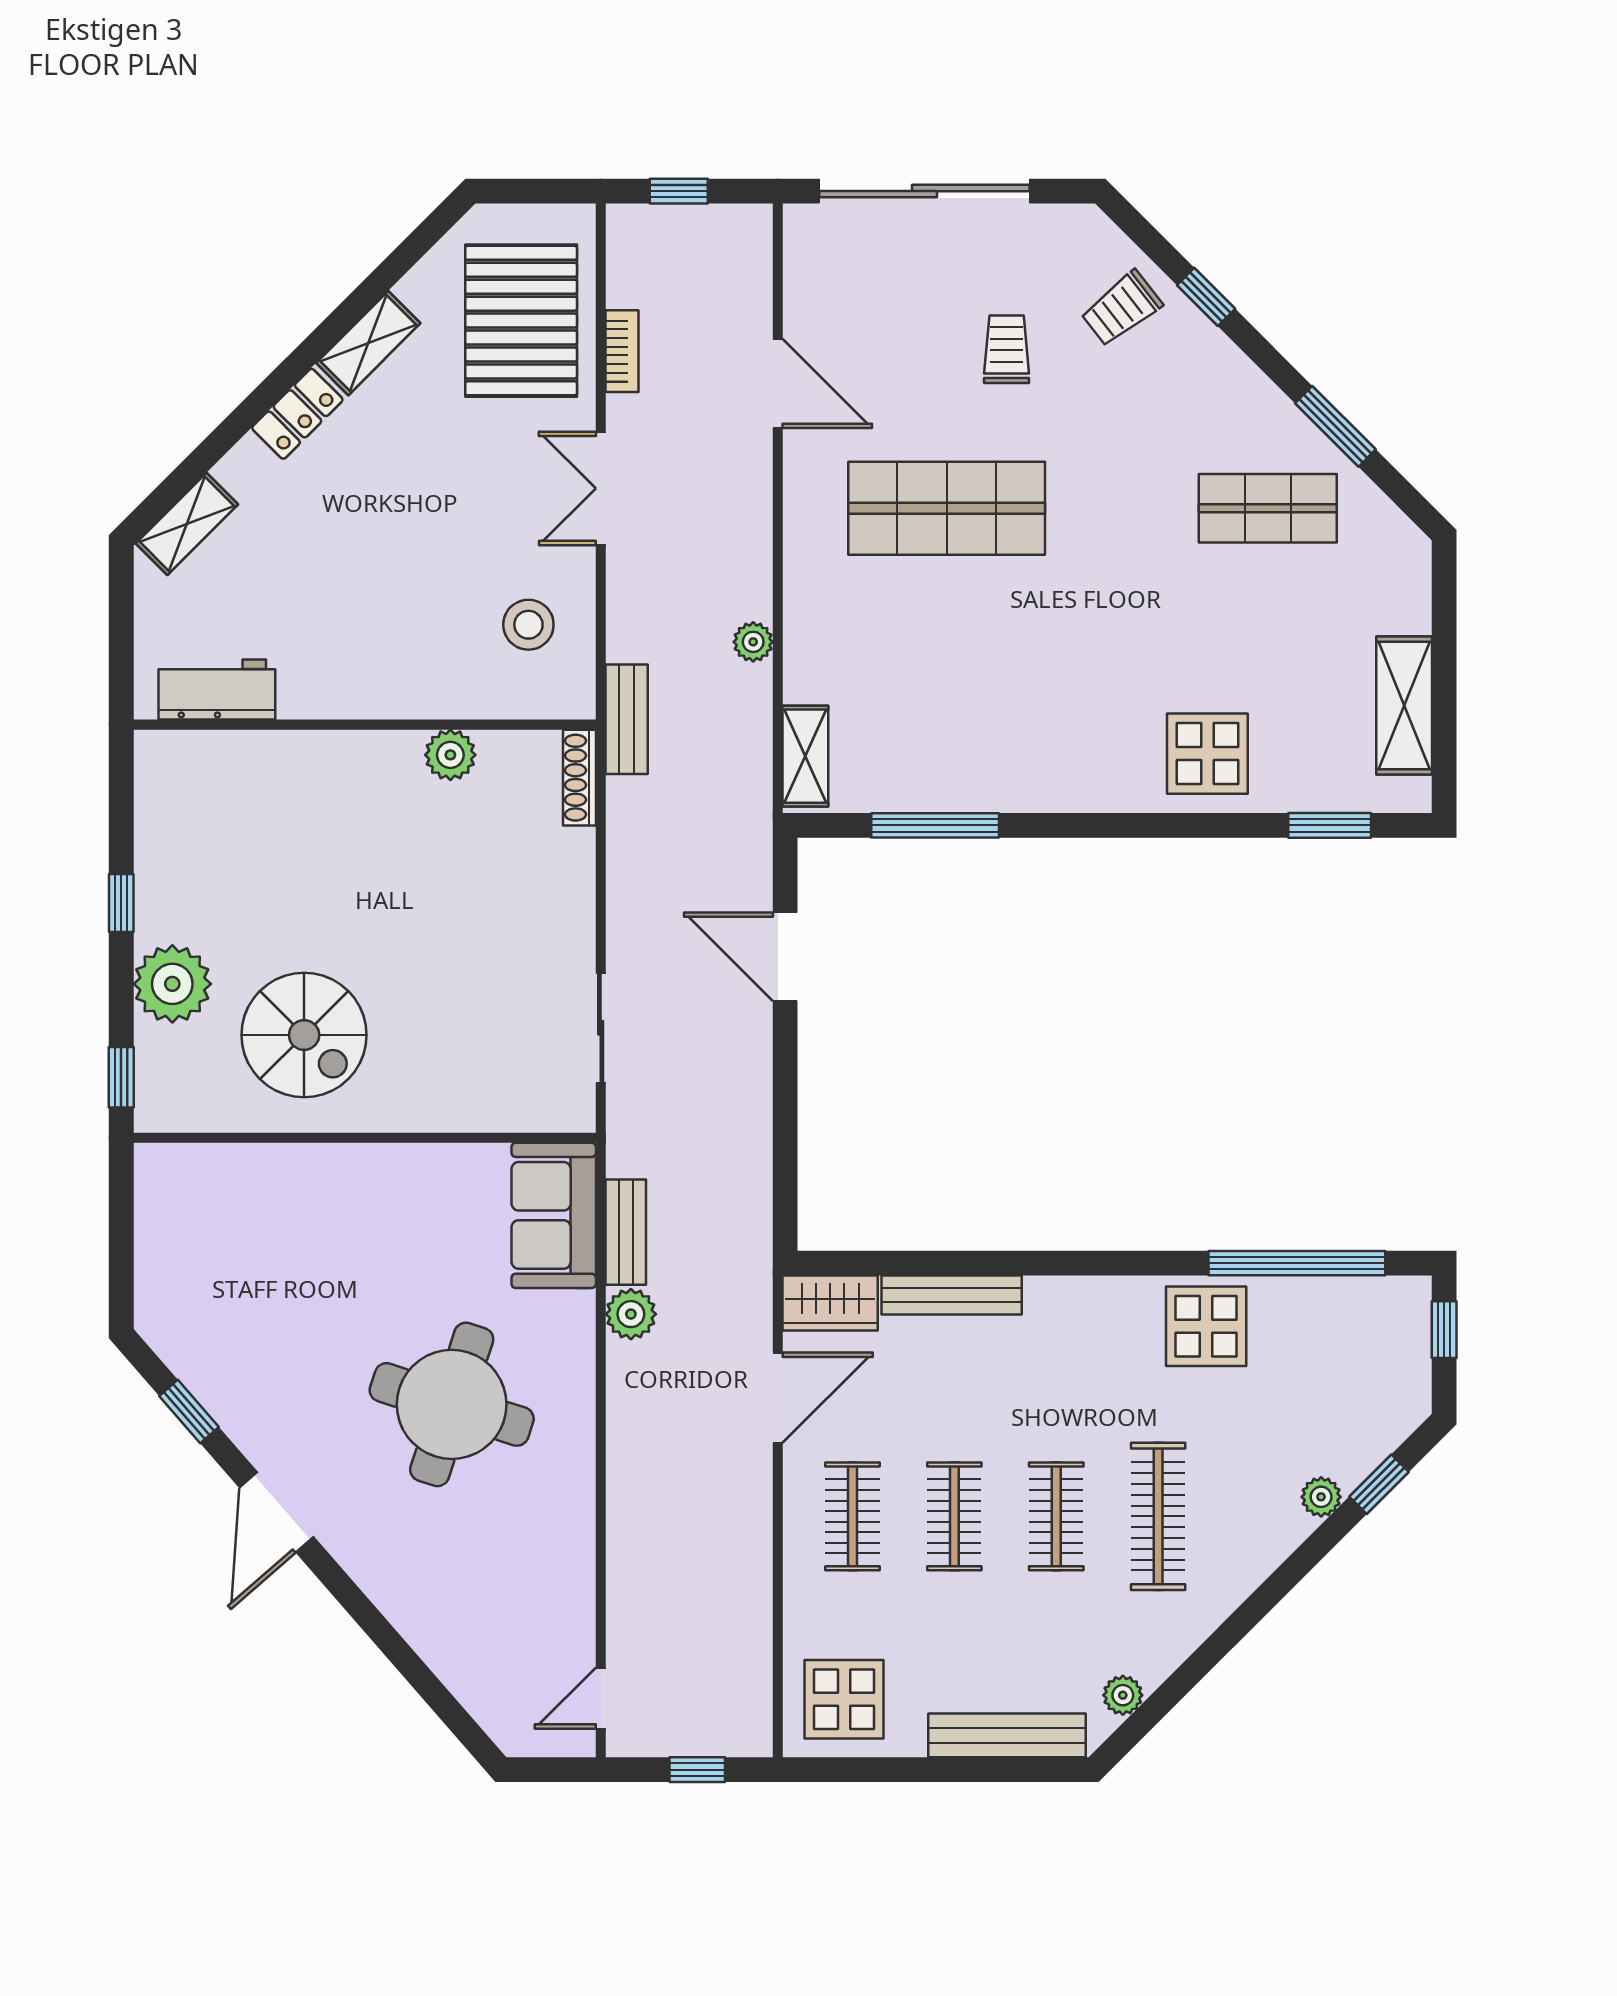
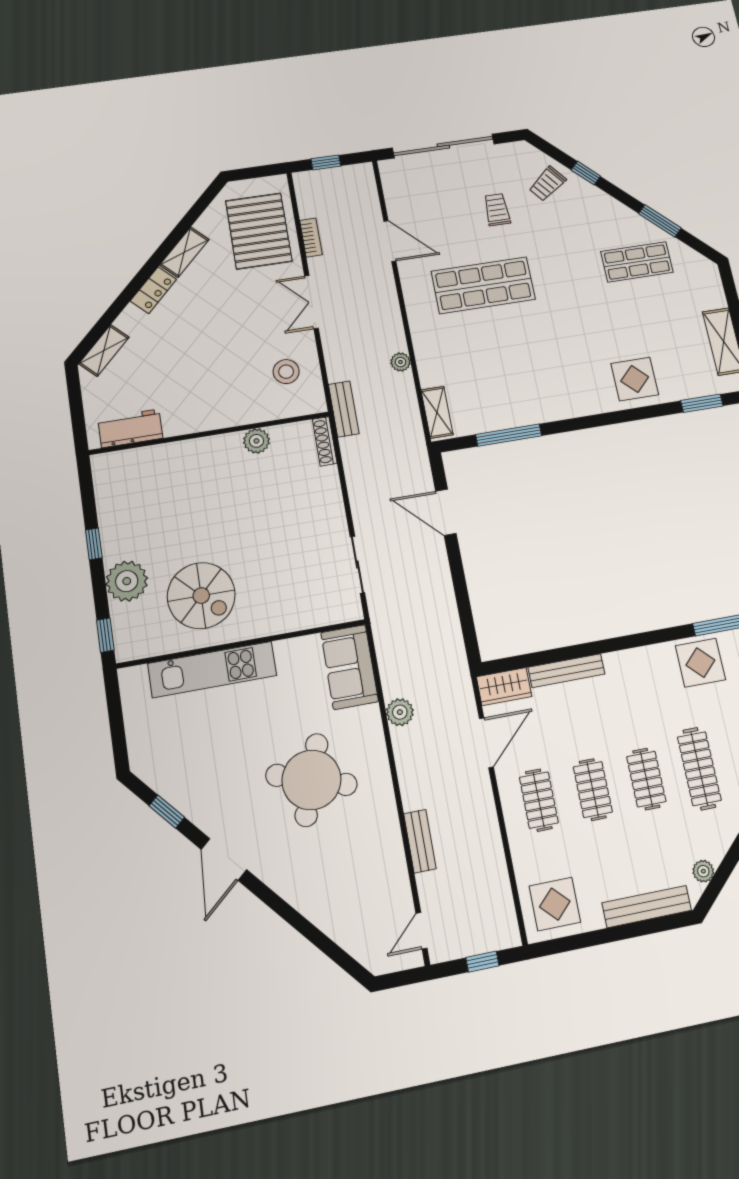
kitchen unit: (305, 1175) -> (212, 669), added
bench: (626, 1232) -> (420, 841), moved

